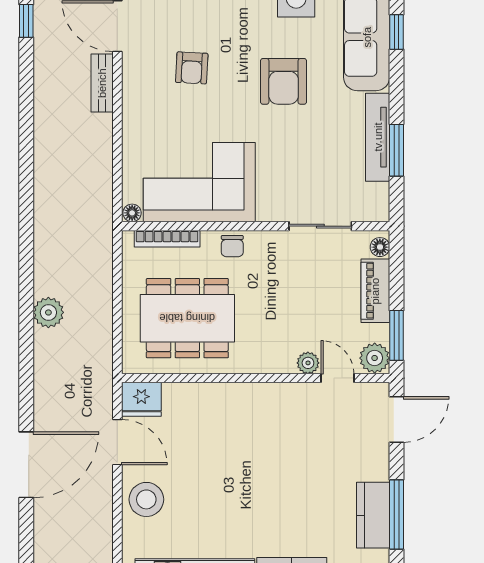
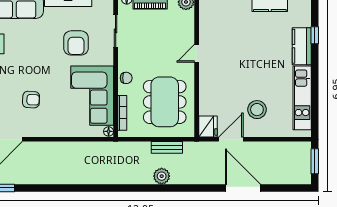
armchair: (284, 81) -> (76, 43), moved, turned 90
bench: (102, 83) -> (167, 147), moved
plant: (308, 363) -> (189, 38), removed
door: (337, 378) -> (197, 53), moved
stool: (146, 499) -> (257, 110), moved

